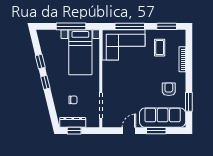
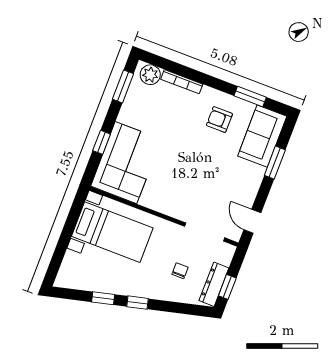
window: (71, 26) -> (68, 231), removed
window: (130, 26) -> (102, 142), width x0.46
plant: (179, 40) -> (150, 75), added
coffee table: (160, 48) -> (151, 109), removed
sofa: (163, 118) -> (262, 136), width x0.73
door: (129, 131) -> (252, 221), moved

